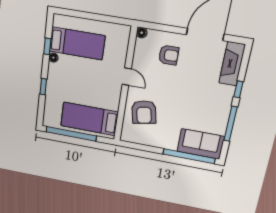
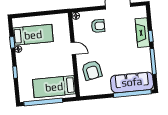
fireplace: (232, 64) -> (142, 33), moved
sofa: (201, 144) -> (132, 82), width x1.36

